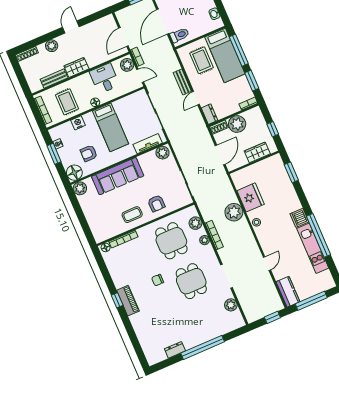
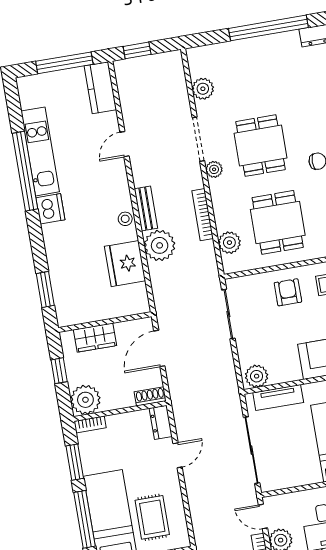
bench: (182, 82) -> (146, 208), moved
plant: (237, 124) -> (85, 400), moved
plant: (205, 240) -> (214, 169), moved

